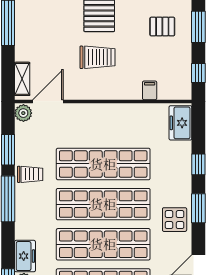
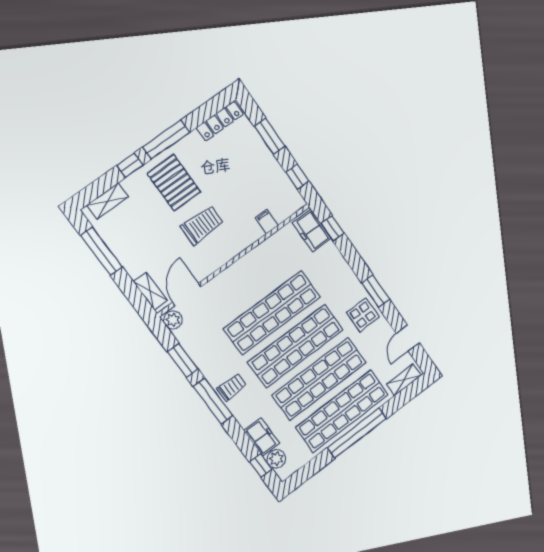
pallet: (162, 27) -> (239, 158), removed
window: (198, 164) -> (333, 228), moved
trolley: (30, 174) -> (232, 387), moved

